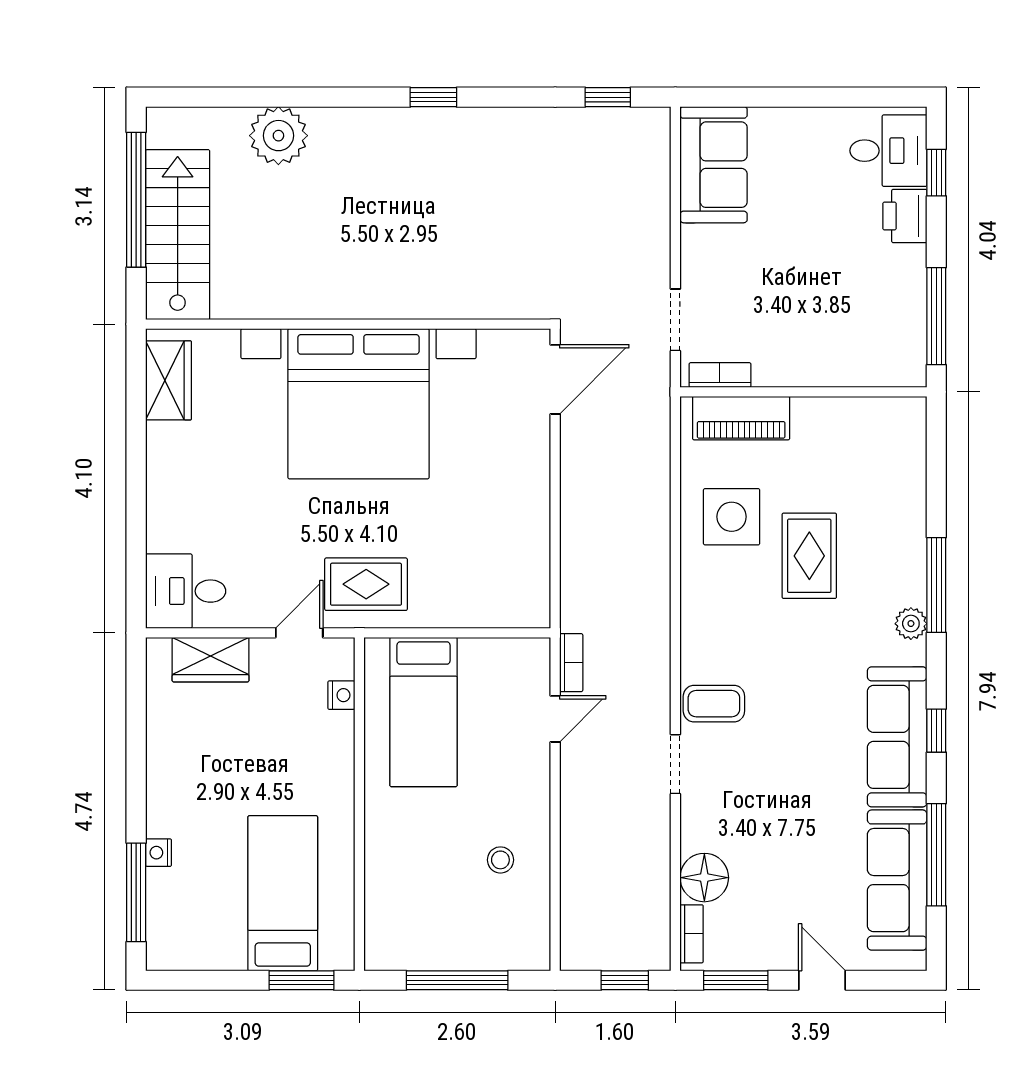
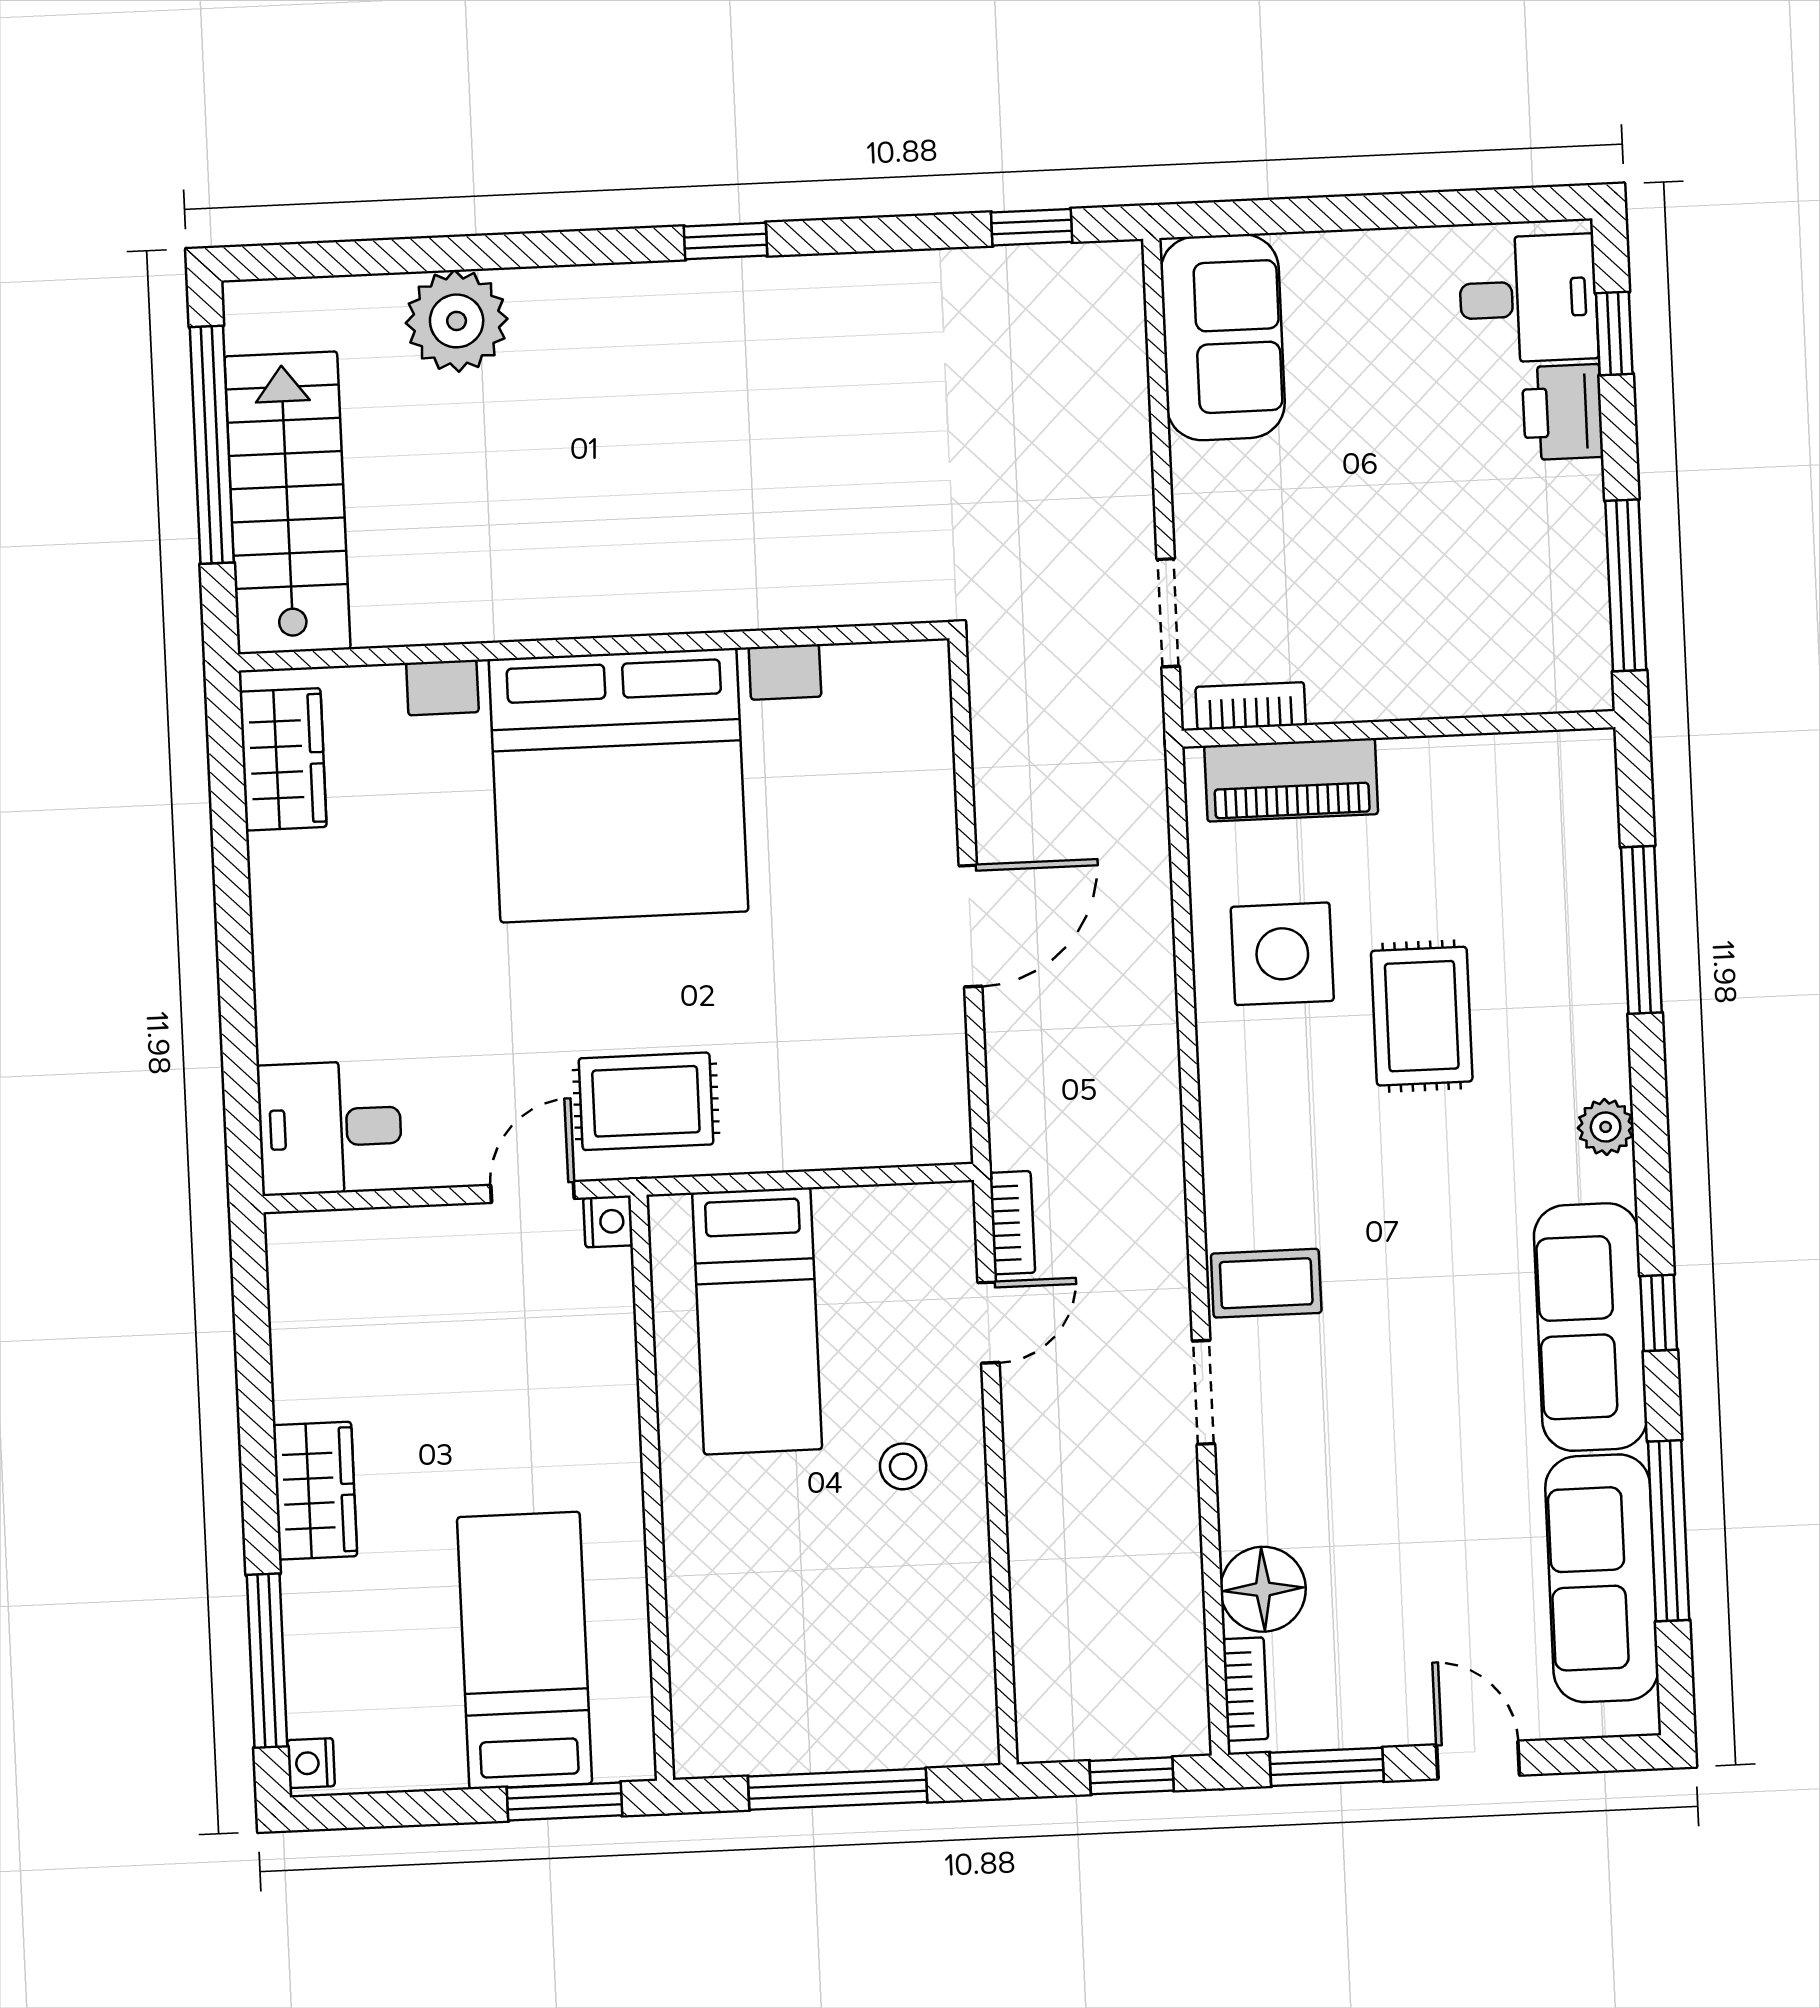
door: (555, 379) -> (971, 926), moved
window: (936, 585) -> (1641, 930), moved
wardrobe: (211, 660) -> (315, 1491), moved, turned -90
nightstand: (341, 695) -> (608, 1221), moved
nightstand: (158, 853) -> (311, 1763), moved
stool: (500, 860) -> (903, 1466), moved

